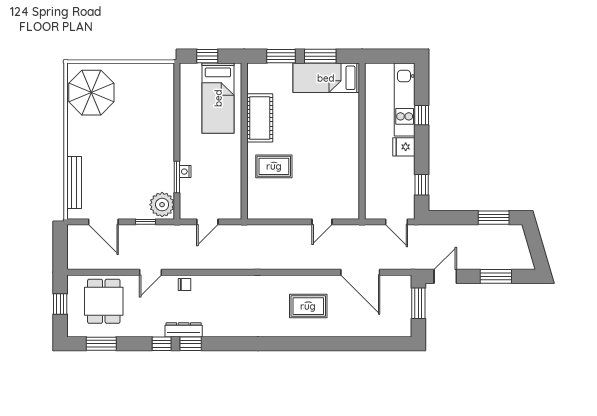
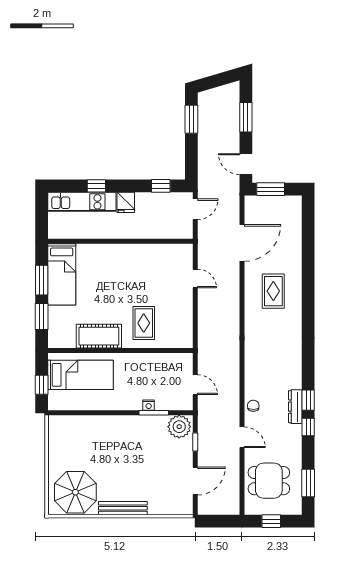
bench: (74, 183) -> (123, 508), moved

